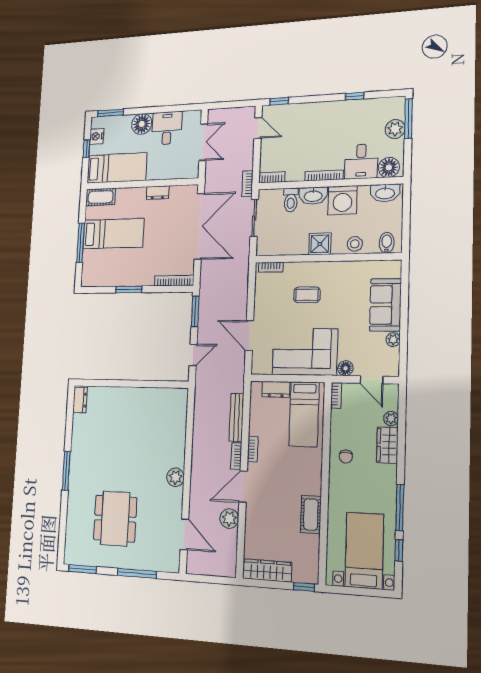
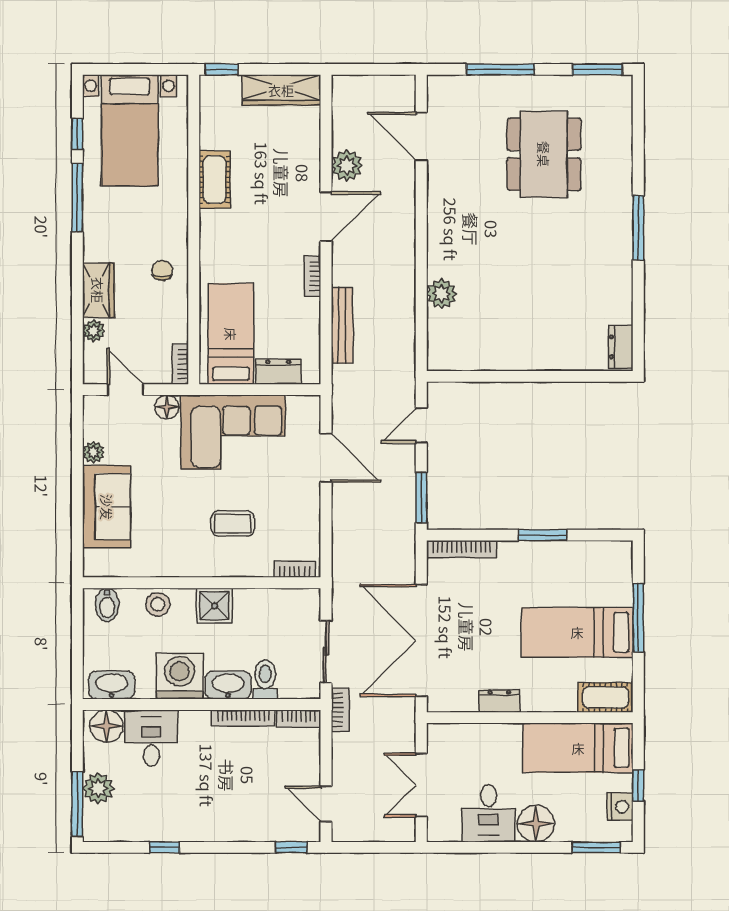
bookcase: (324, 175) -> (243, 718), moved
bookcase: (236, 456) -> (340, 264), removed
plant: (175, 477) -> (441, 294), moved

